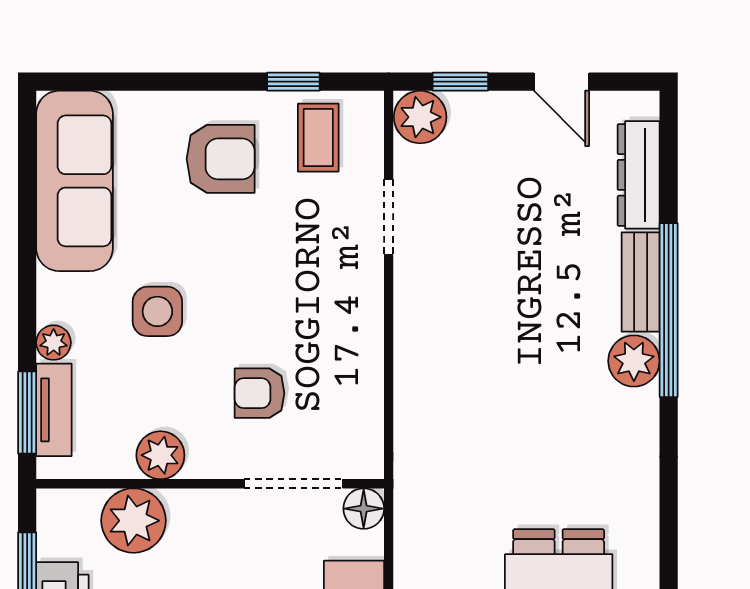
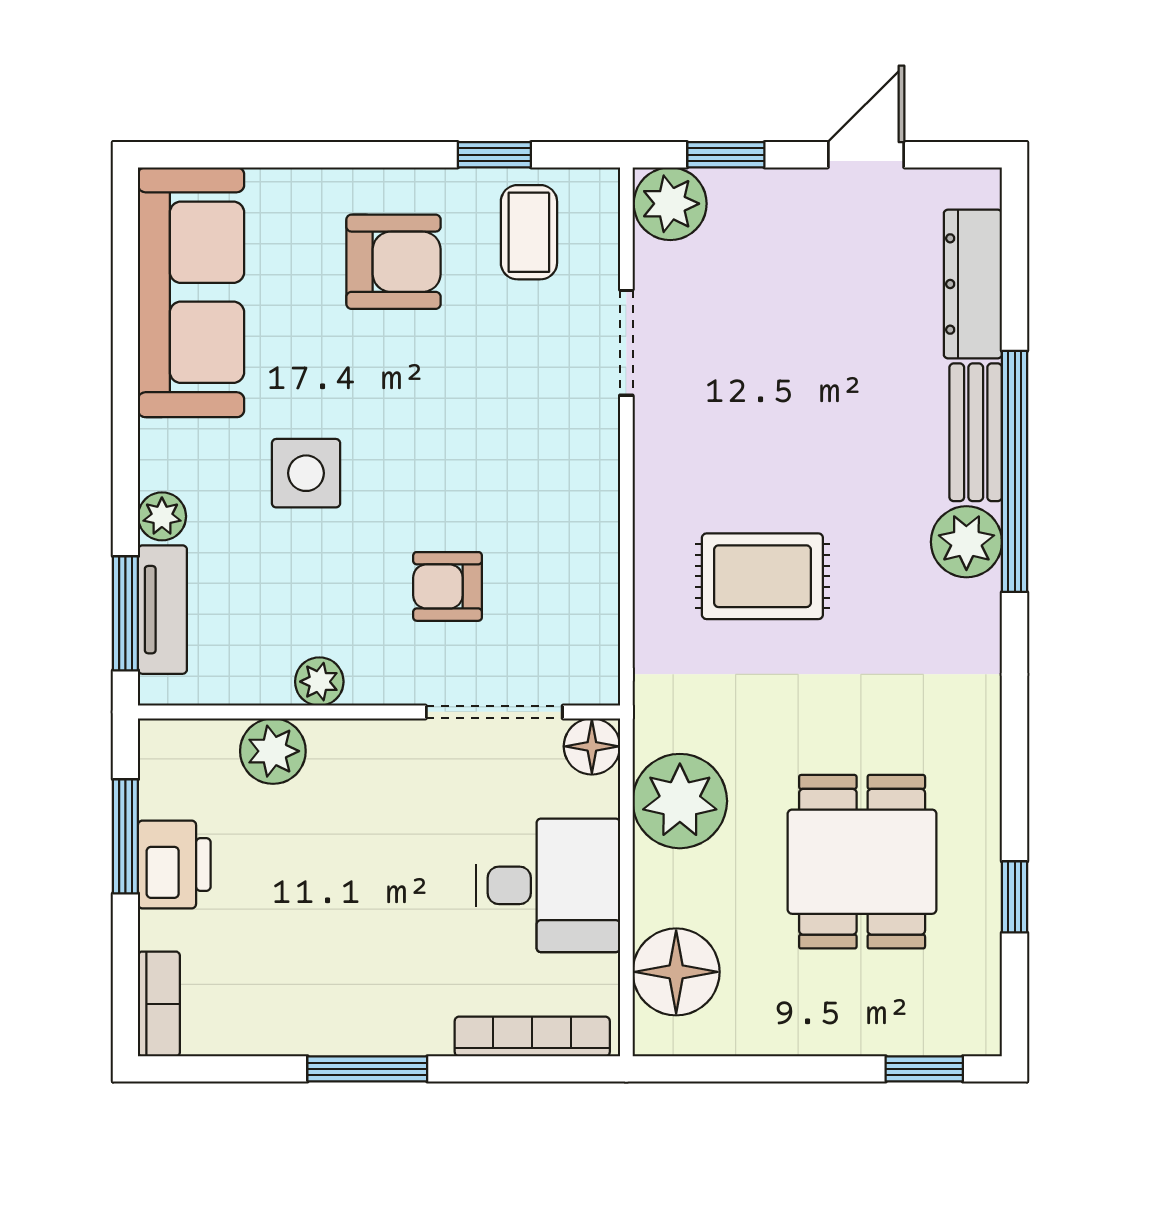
door: (561, 82) -> (866, 155), swing flipped
rug: (487, 386) -> (762, 576), added
plant: (160, 455) -> (319, 682), width x0.73, depth x0.73
plant: (134, 521) -> (273, 751), width x0.73, depth x0.73
plant: (427, 548) -> (680, 801), added

